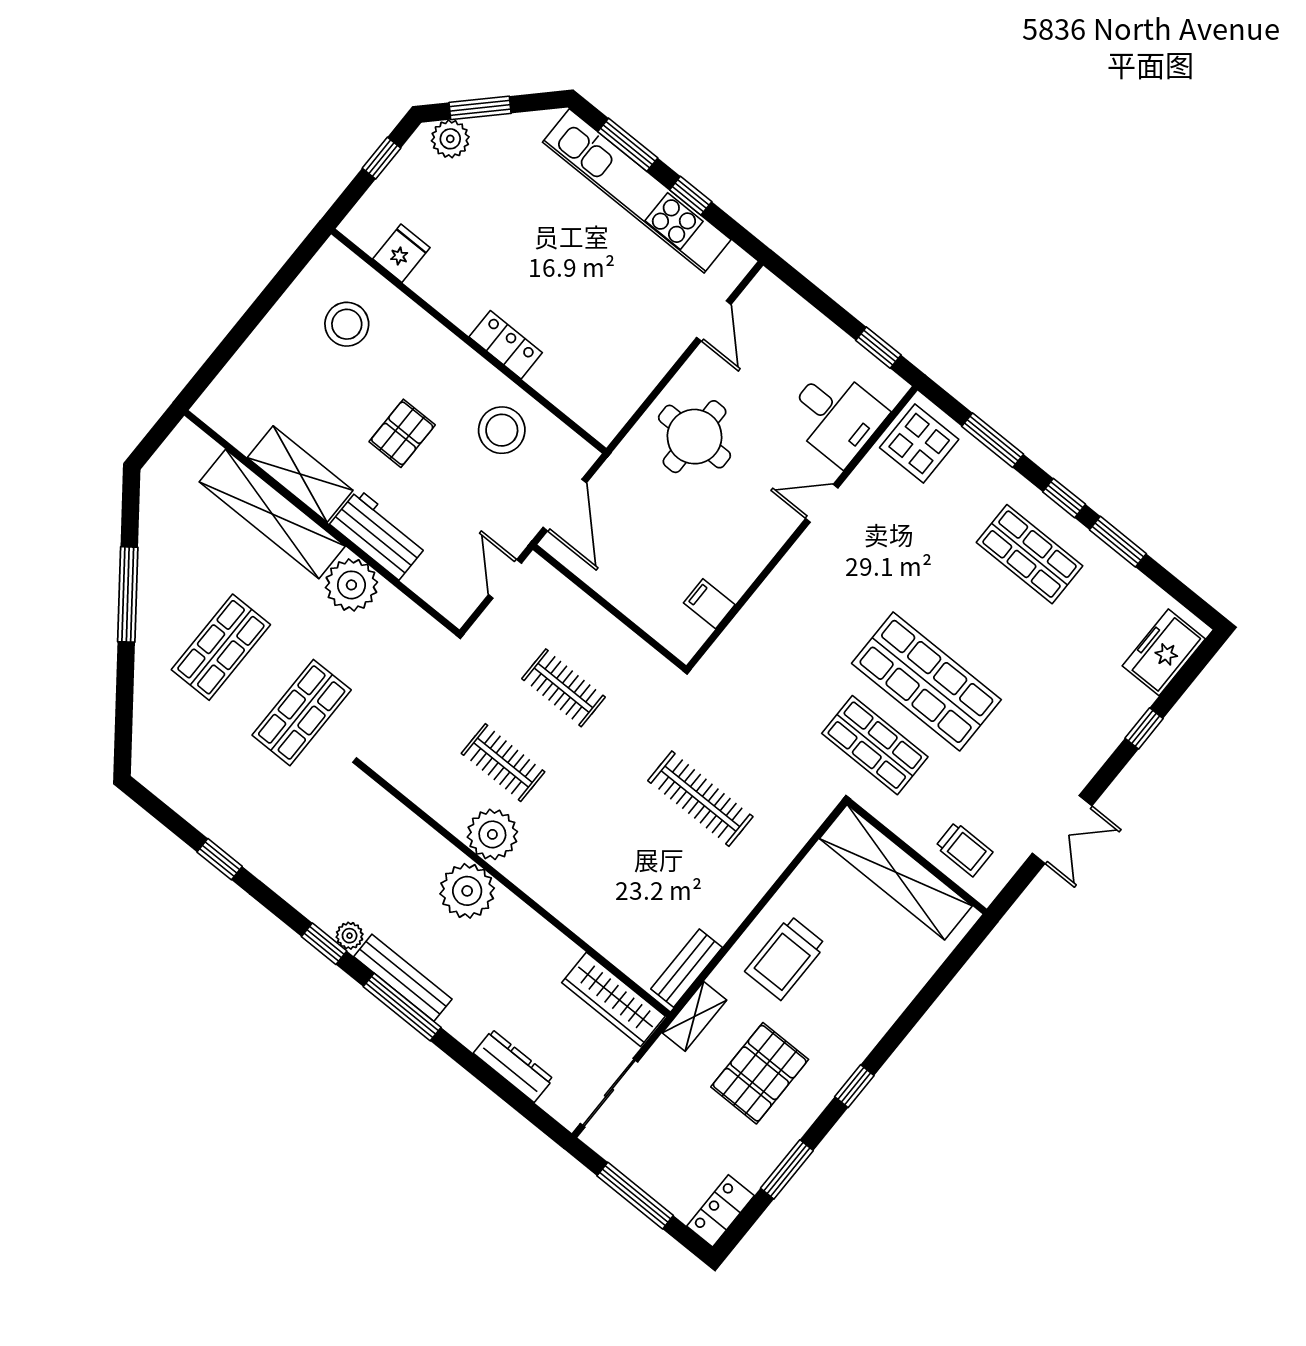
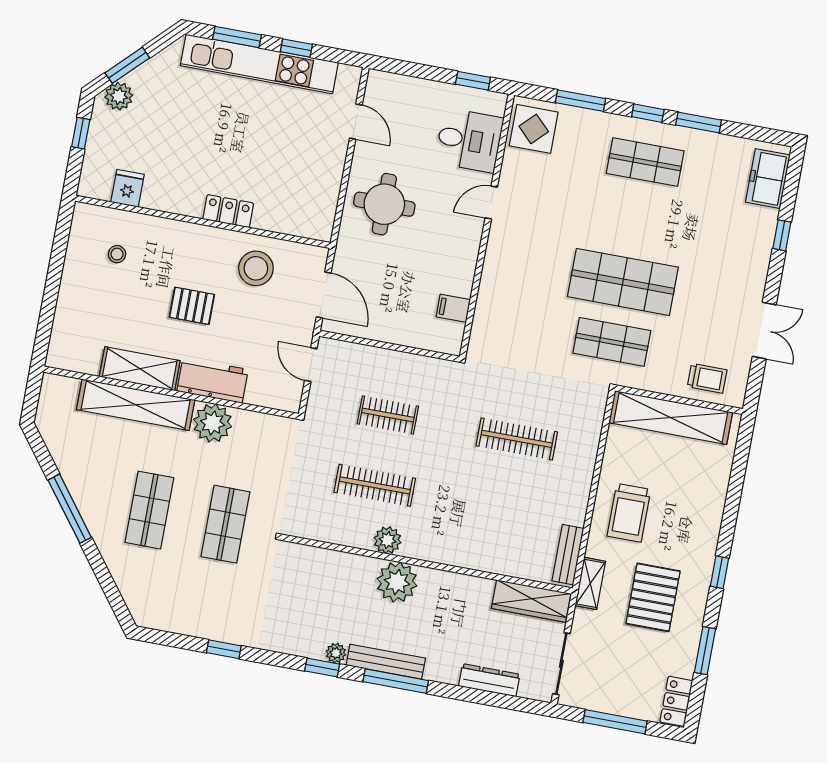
stool: (347, 324) -> (117, 254), width x0.53, depth x0.53
pallet: (402, 433) -> (192, 306), turned 90
clothes rail: (503, 763) -> (375, 485), width x1.36
plant: (492, 834) -> (388, 540), width x0.73, depth x0.73

